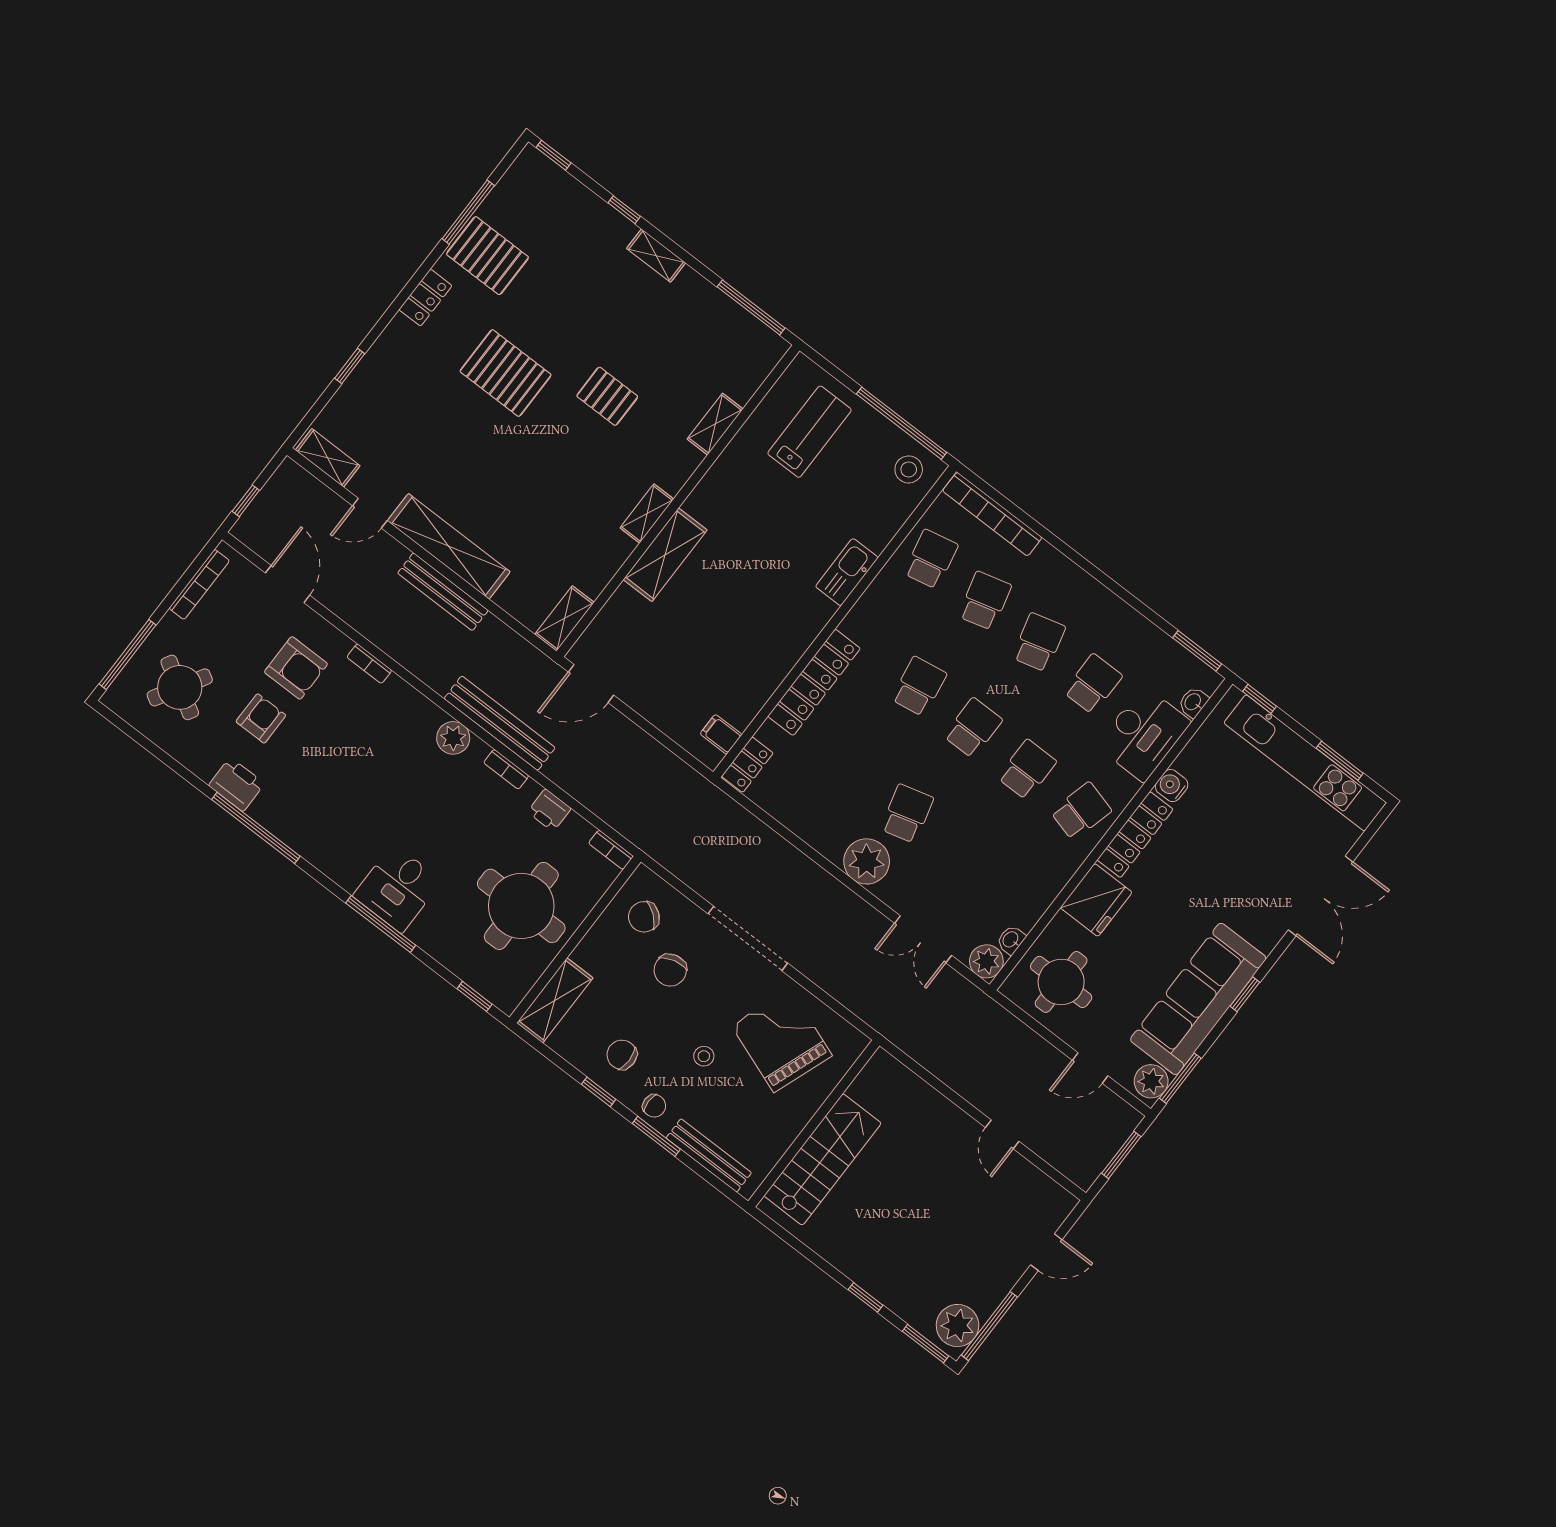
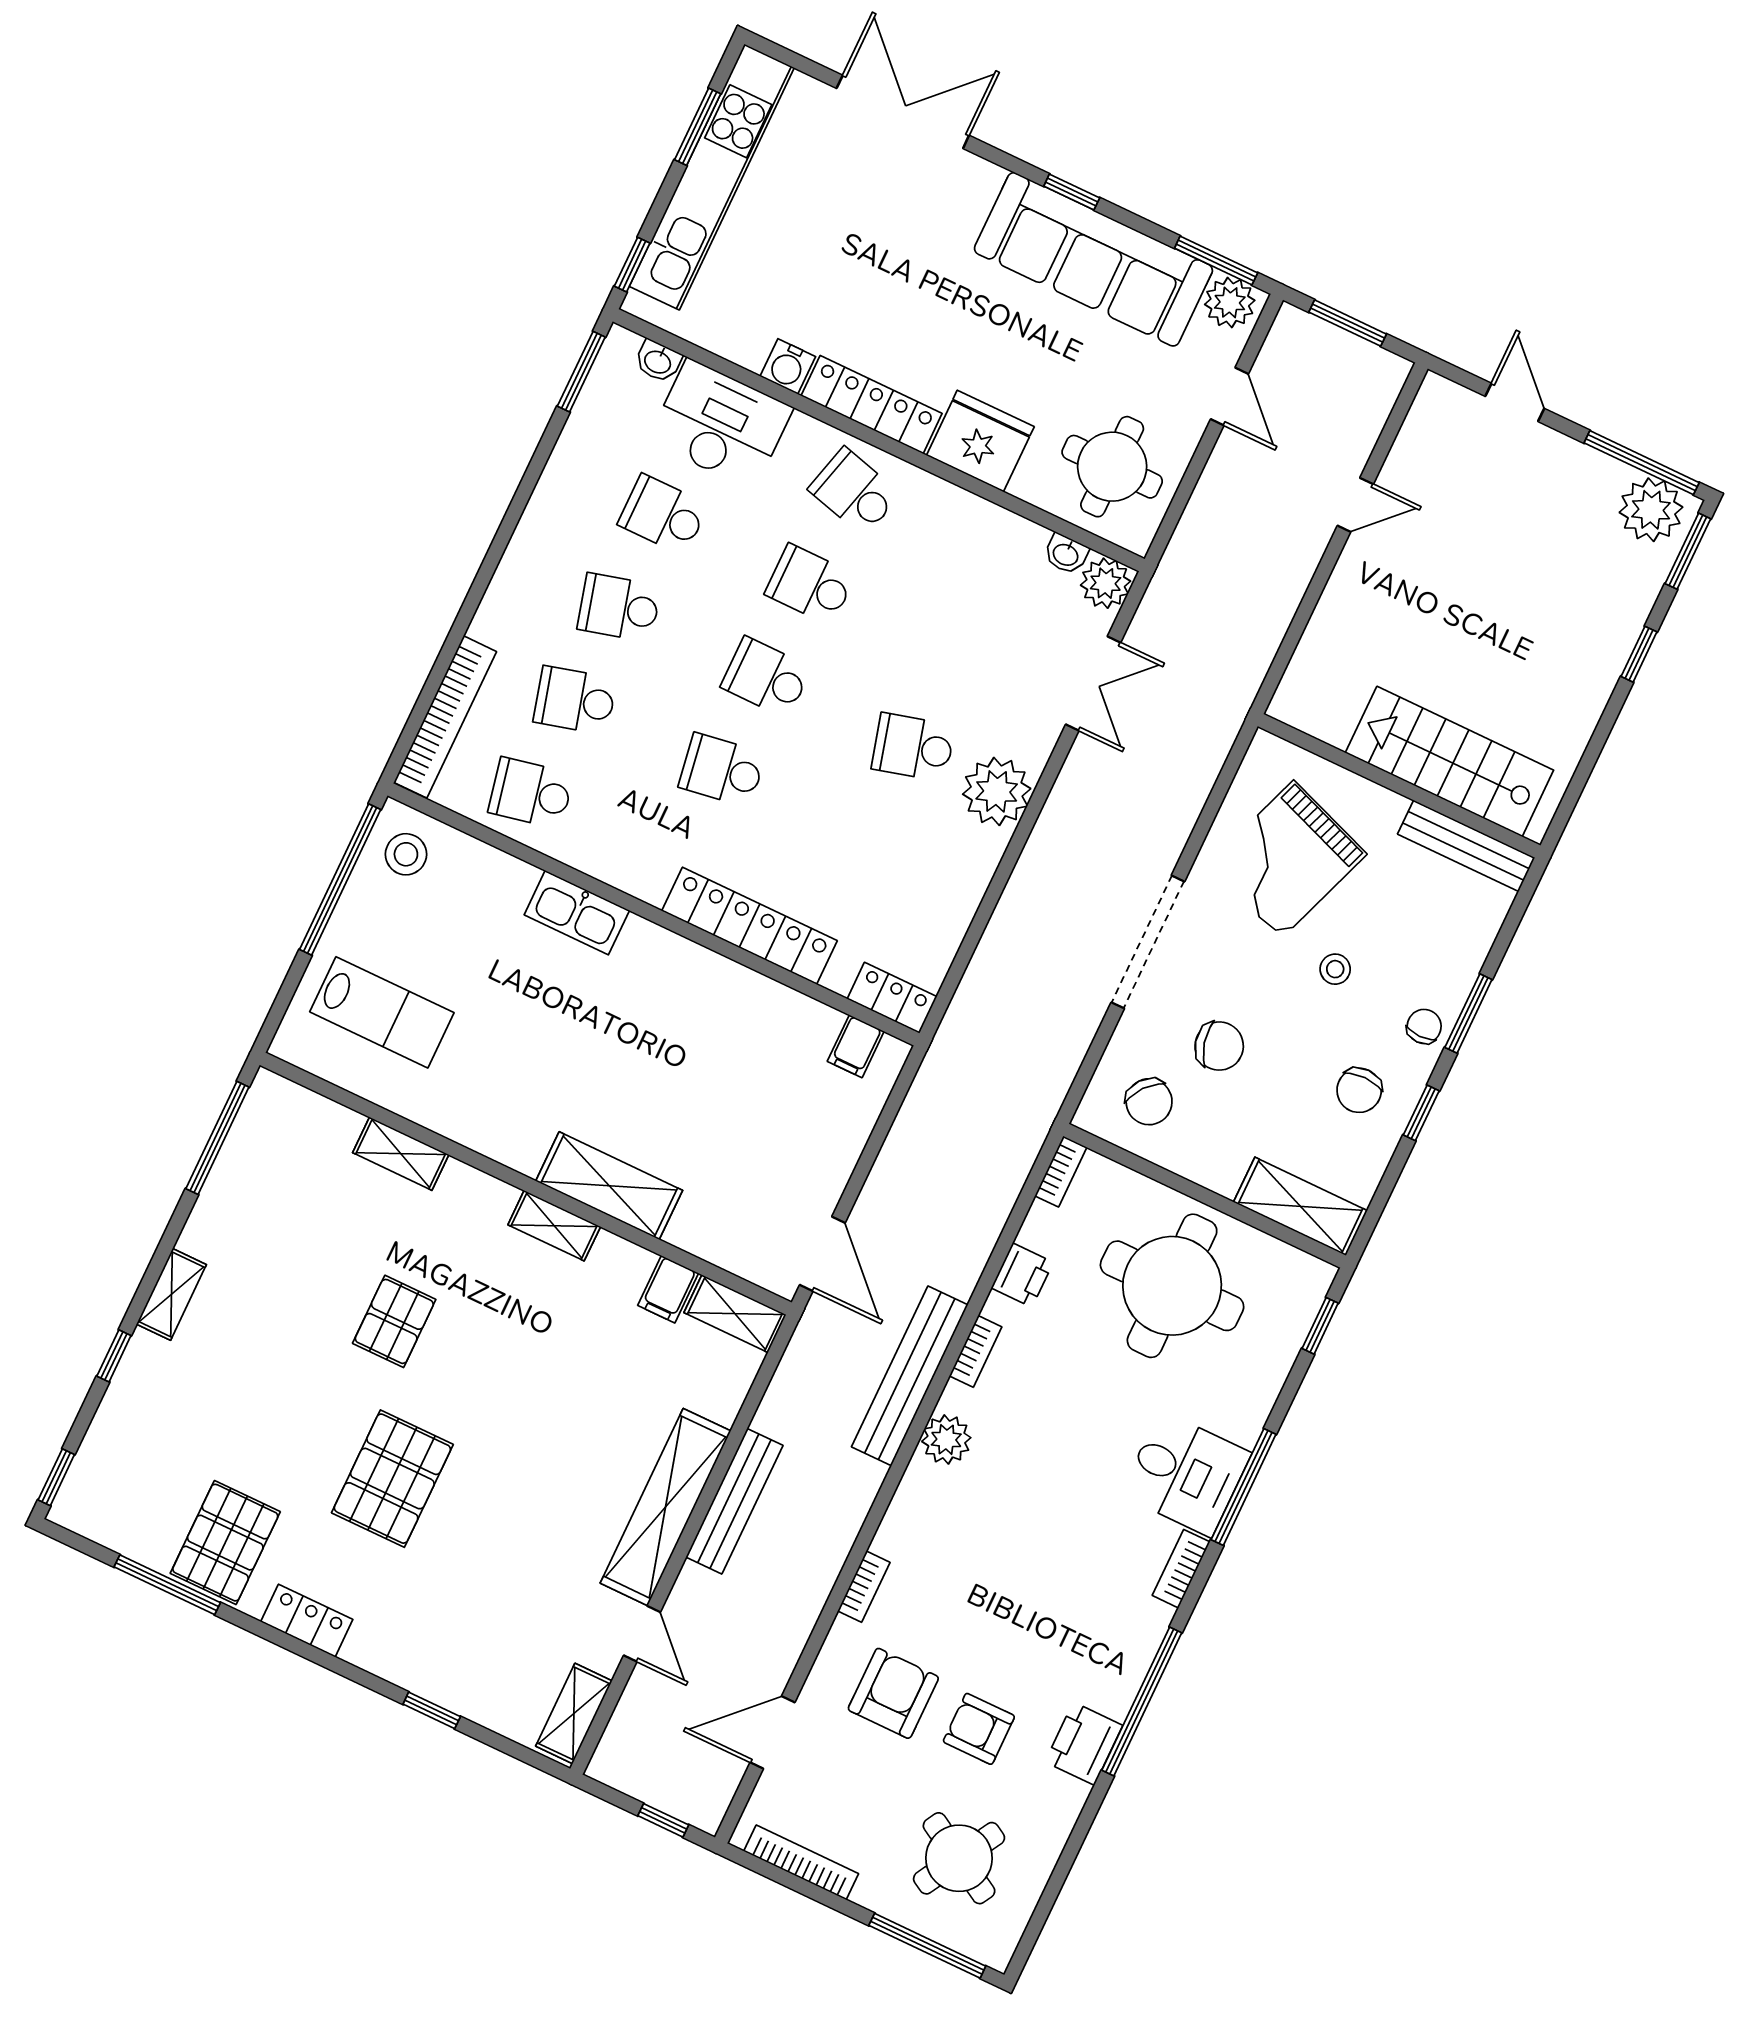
lab bench: (810, 432) -> (382, 1012), turned 180
filing cabinet: (590, 579) -> (668, 1289), added
bookcase: (336, 872) -> (1181, 1569), added
bench: (709, 1155) -> (1466, 846), moved, turned 90

